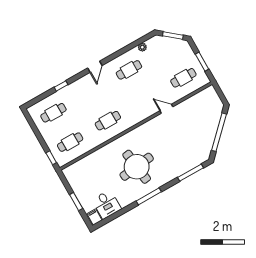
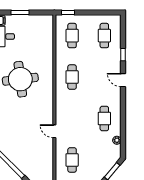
door: (95, 67) -> (123, 80), moved
door: (166, 109) -> (54, 131), swing flipped

